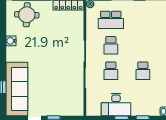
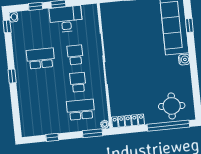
water cooler: (11, 41) -> (184, 60), moved
school desk: (143, 71) -> (41, 58), width x1.85

